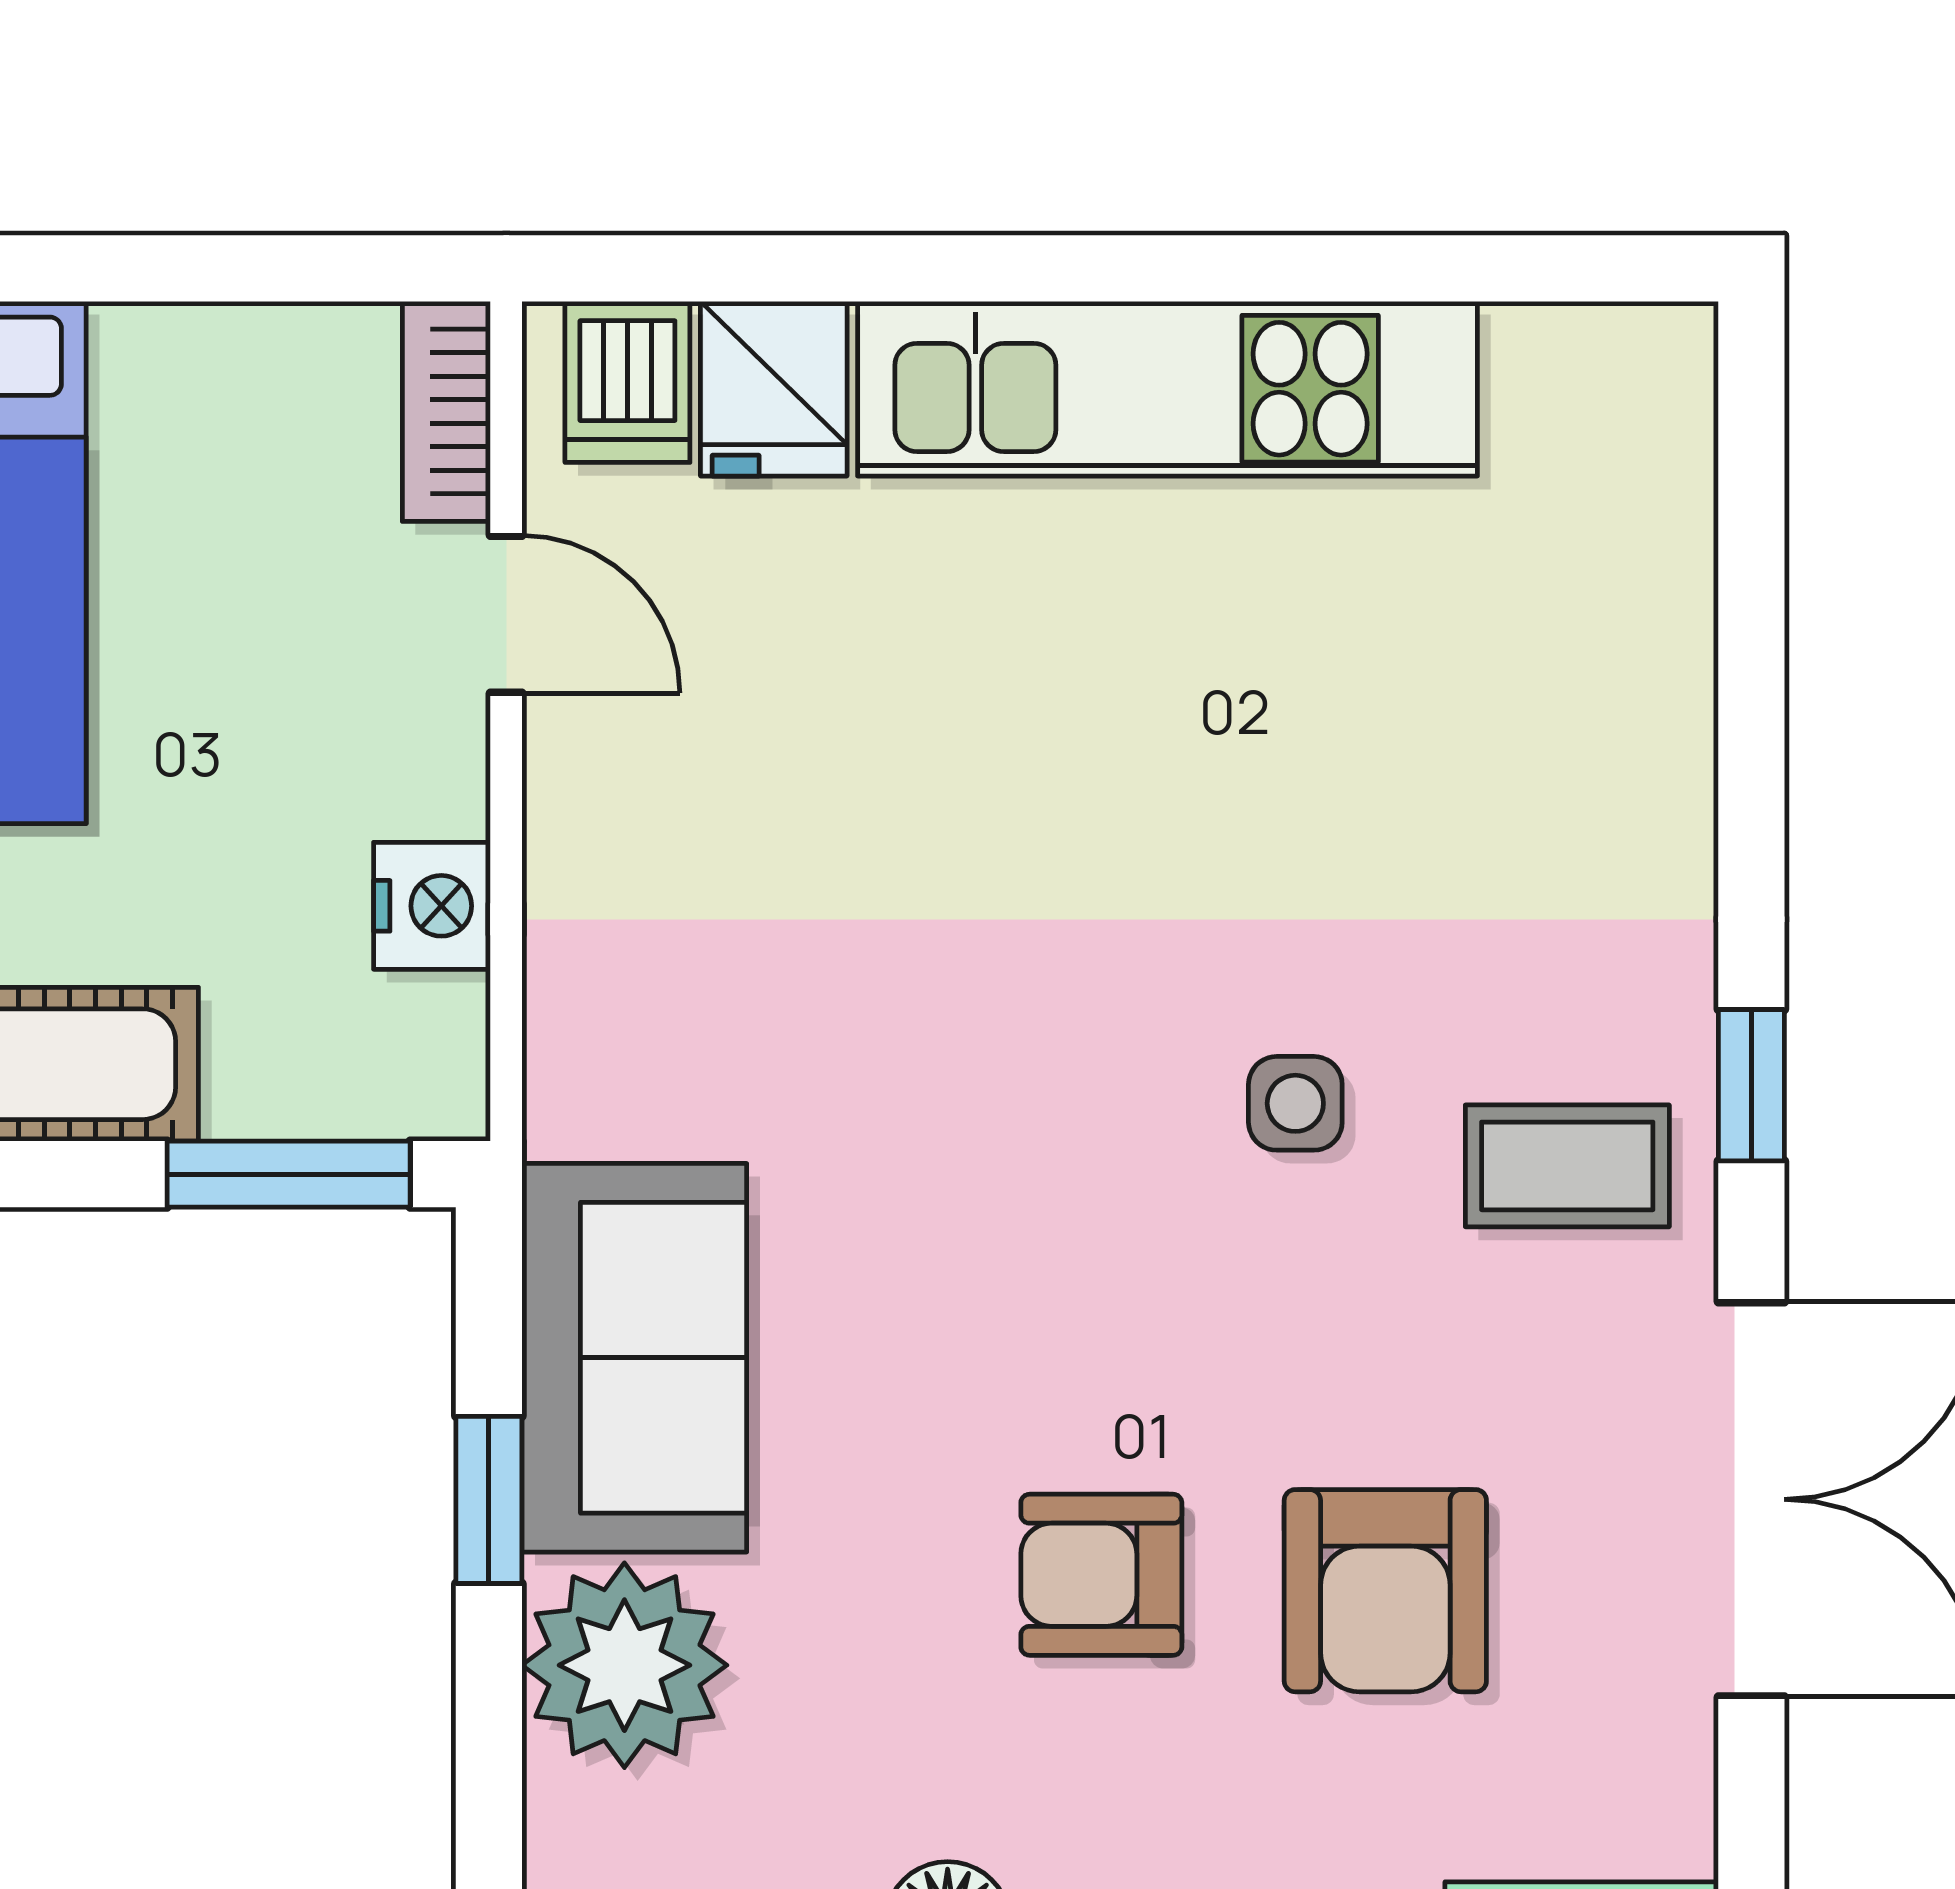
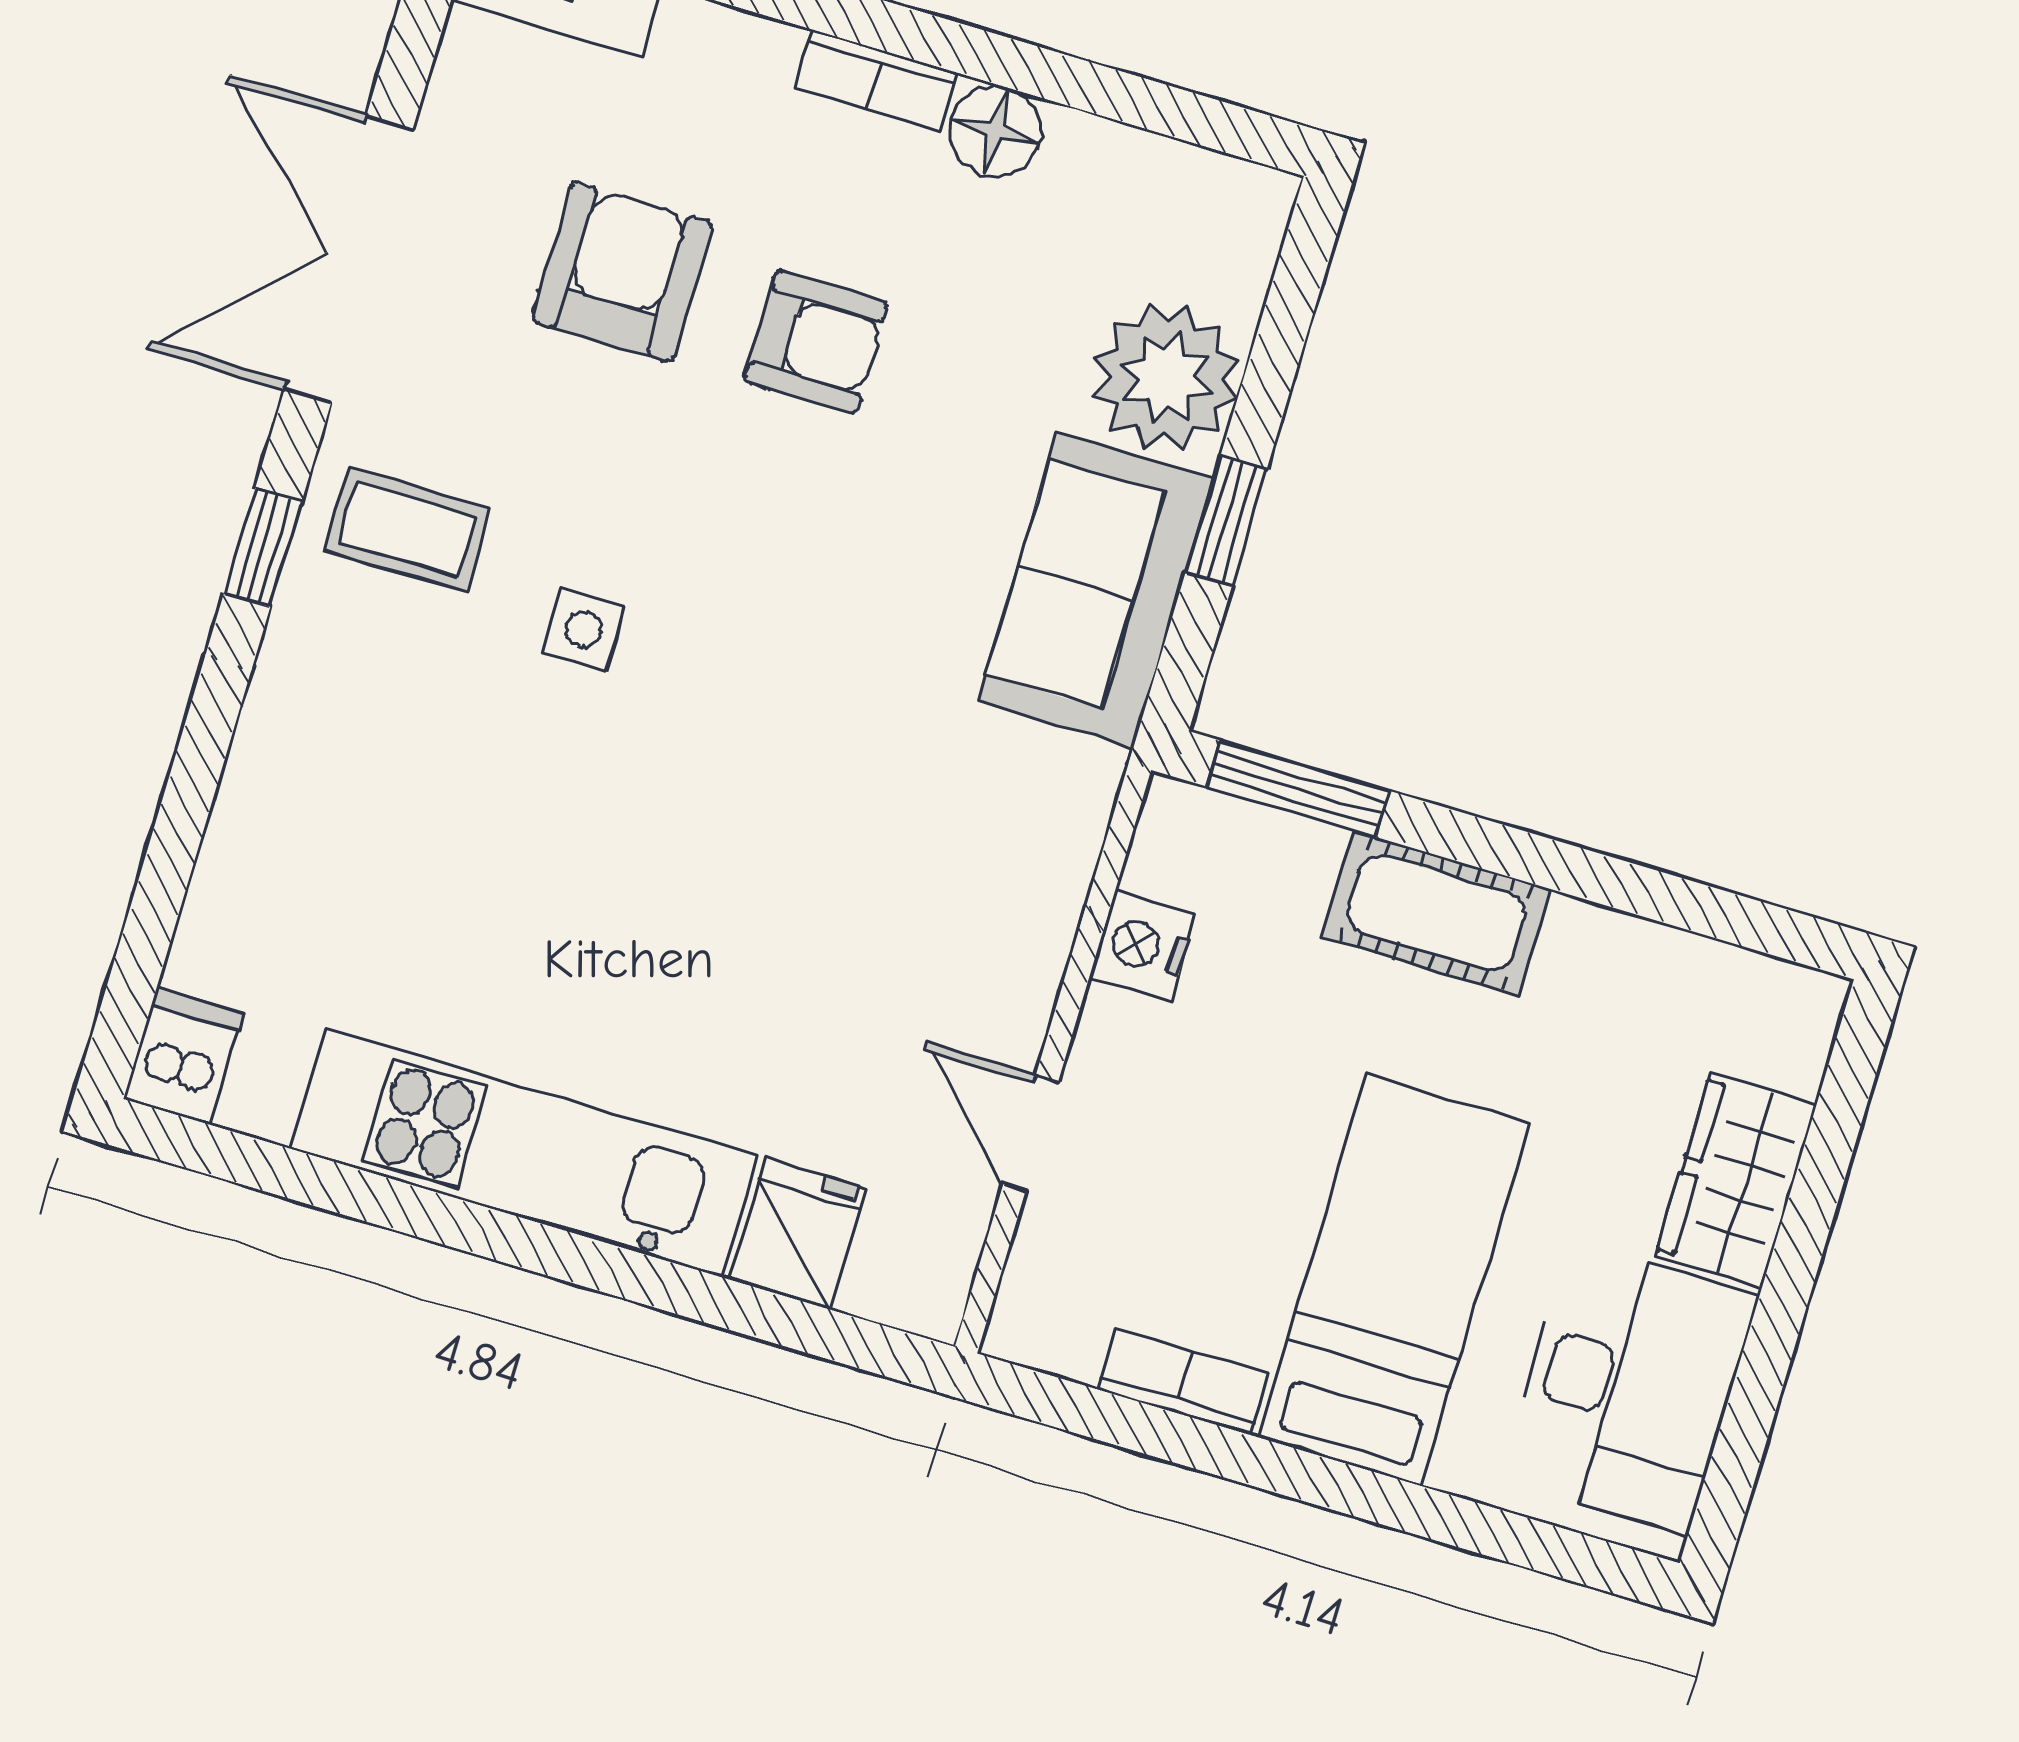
dishwasher: (627, 382) -> (183, 1056), moved
bookcase: (446, 411) -> (1183, 1382), moved, turned -90

